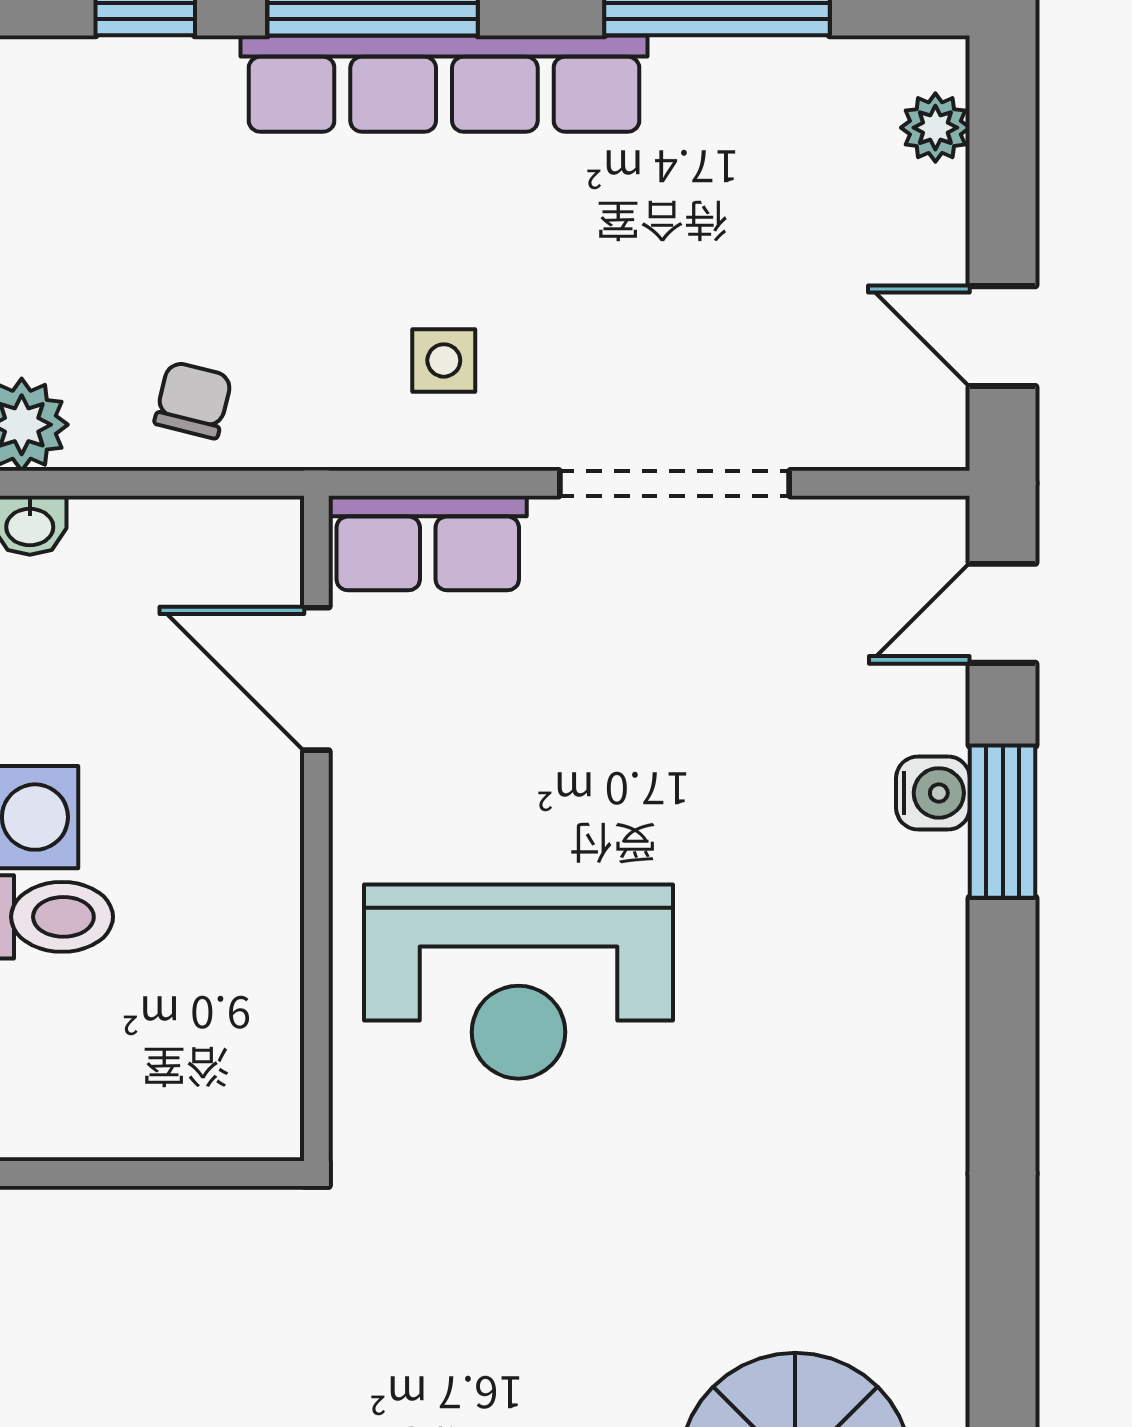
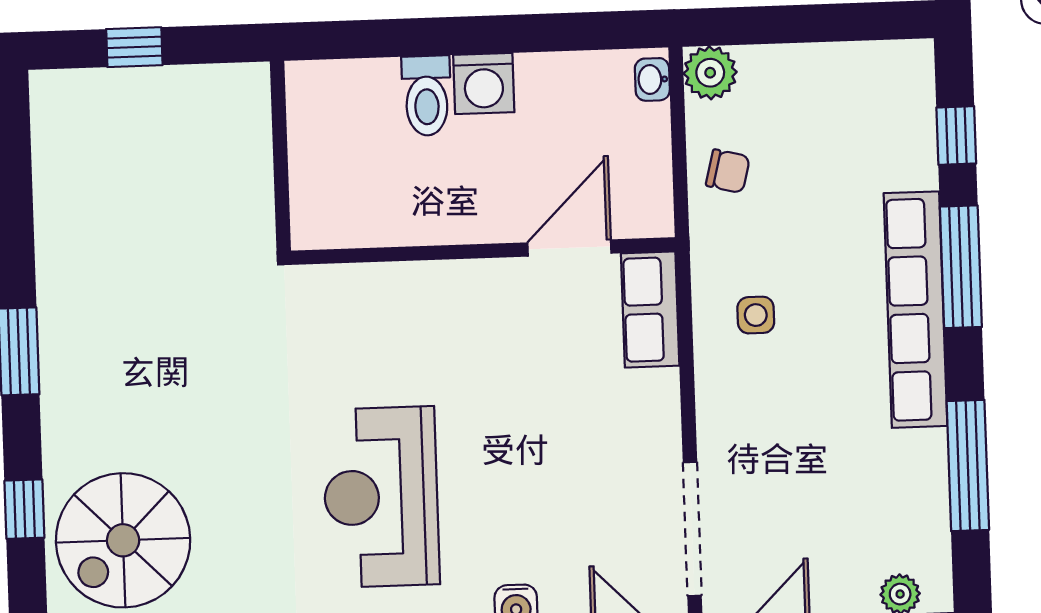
doorway: (674, 483) -> (692, 529), moved
reception desk: (518, 982) -> (381, 497), moved

